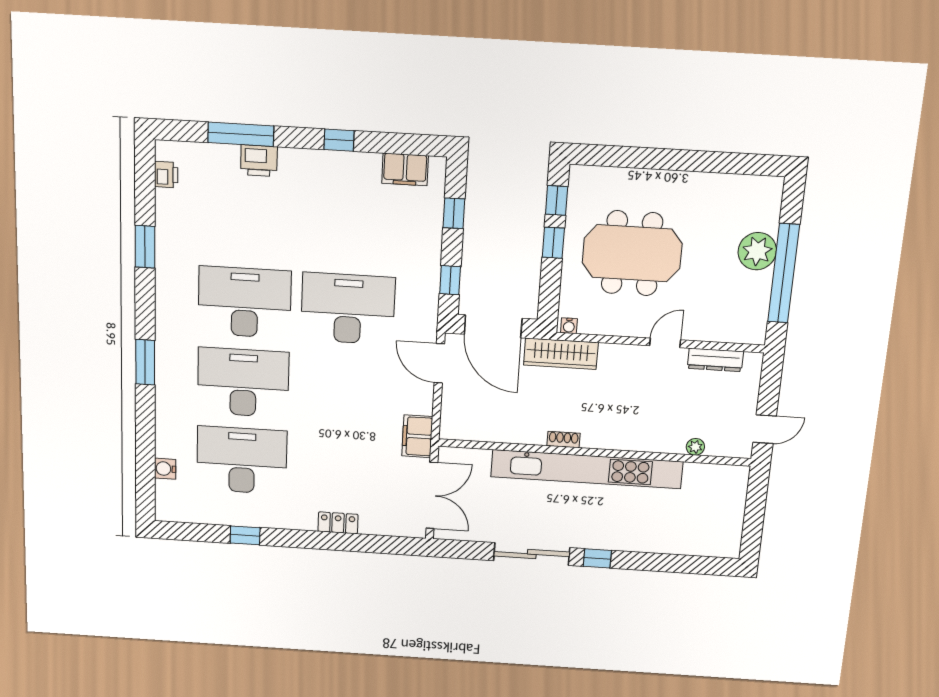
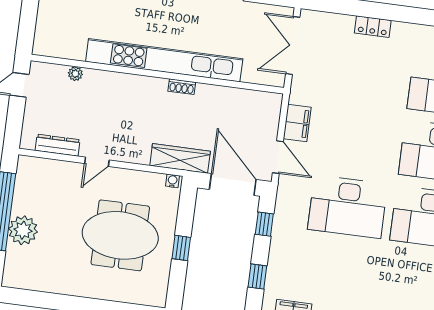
window: (557, 200) -> (177, 281), removed
filing cabinet: (417, 436) -> (297, 123), moved

